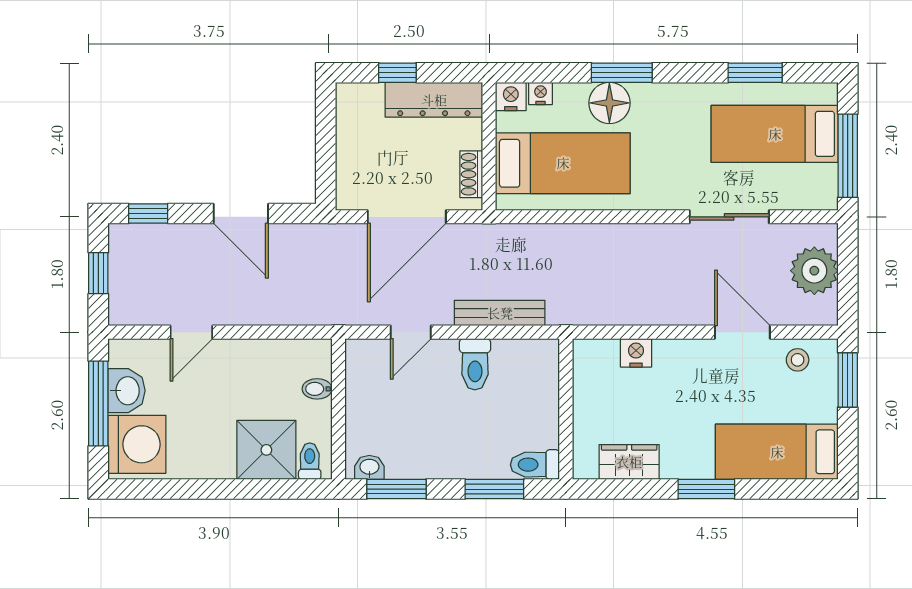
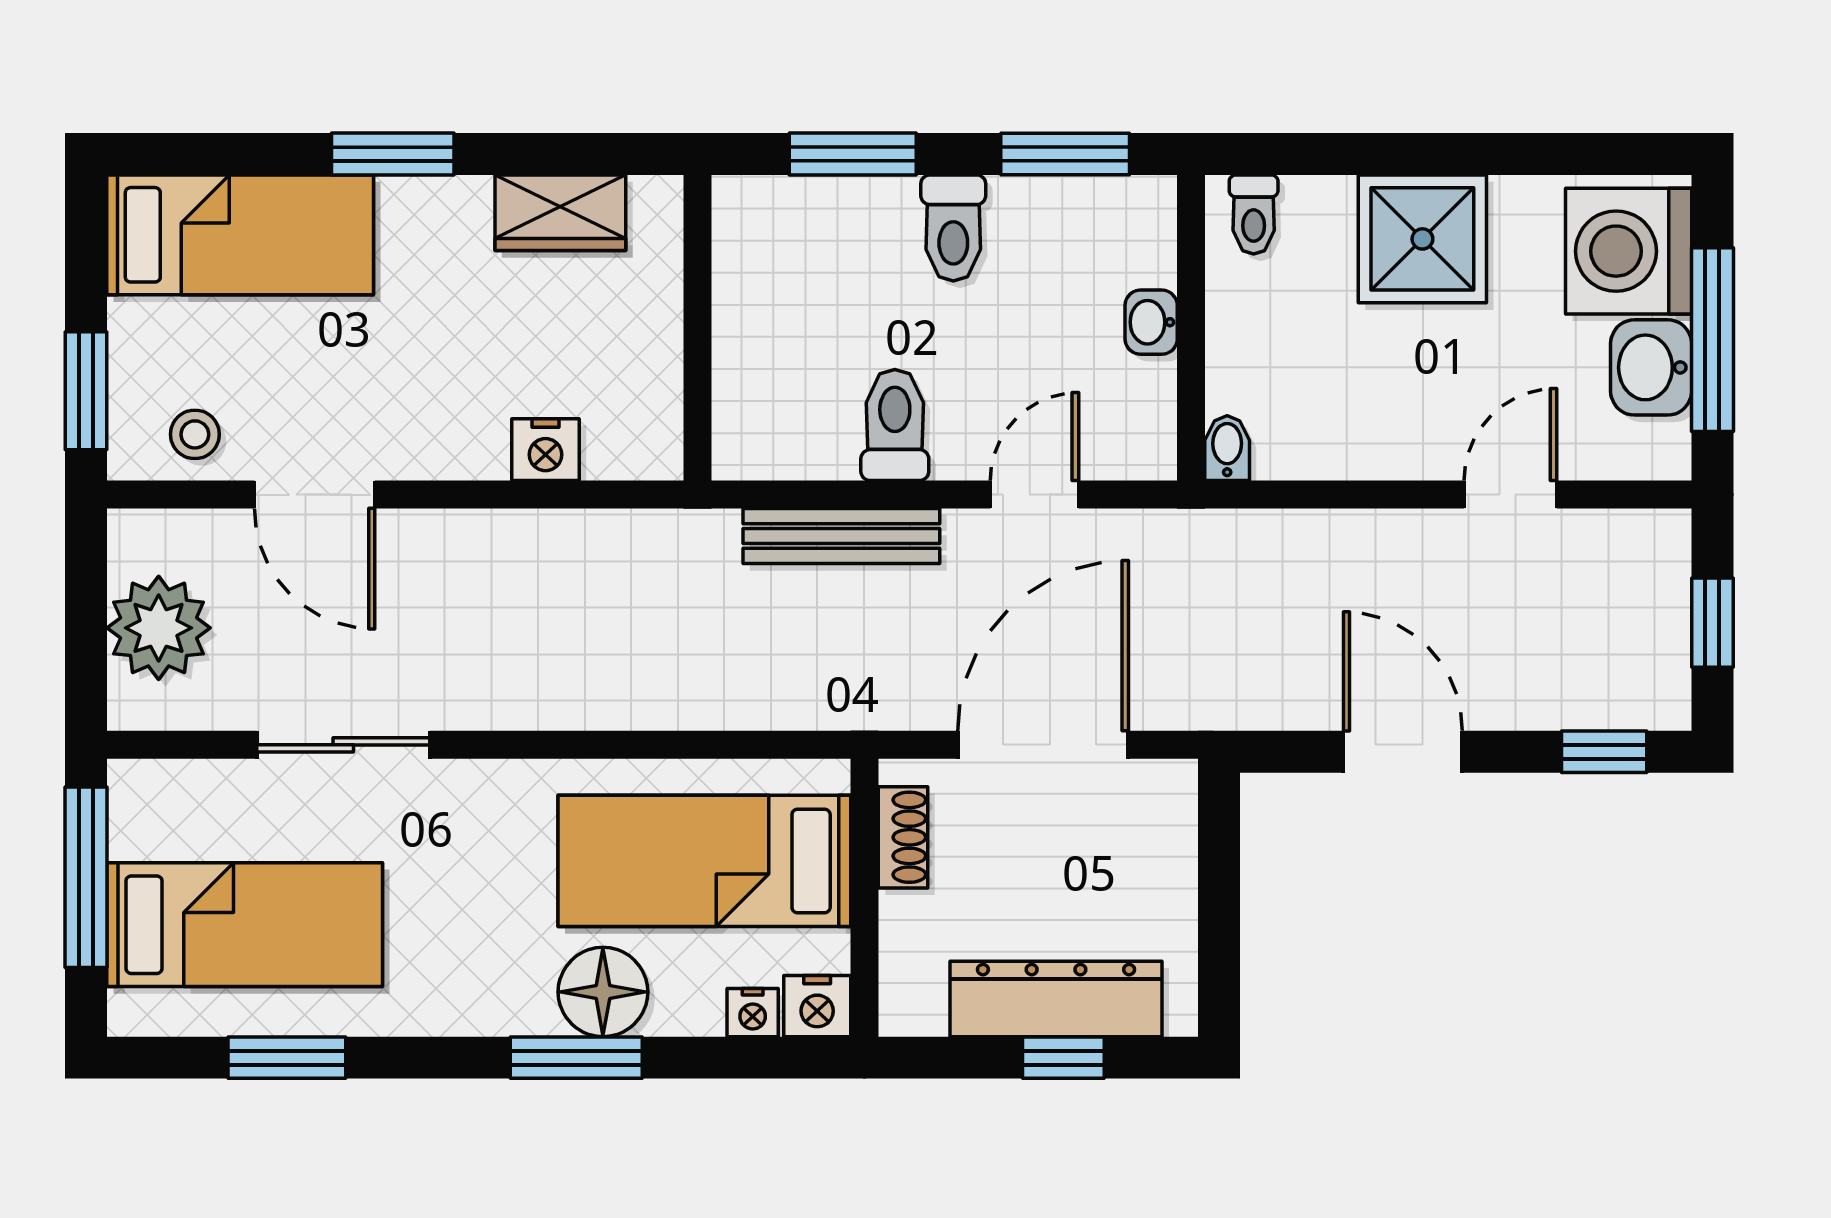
dresser: (434, 100) -> (1056, 999), moved
bidet: (317, 389) -> (1227, 448), moved, turned -90
shower: (266, 450) -> (1422, 239), moved
toilet: (535, 465) -> (953, 228), moved, turned 90
washbasin: (369, 467) -> (1151, 322), moved, turned 90

